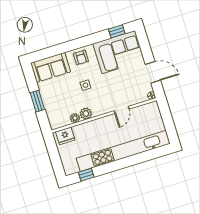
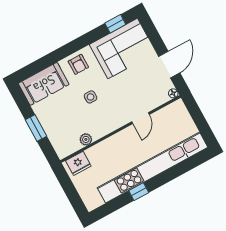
door: (153, 72) -> (169, 65), hinge flipped
plant: (86, 114) -> (98, 131), removed
window: (86, 175) -> (139, 192), moved

